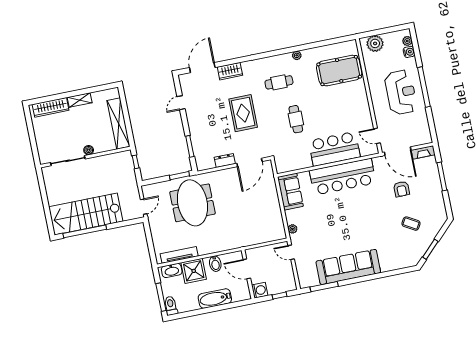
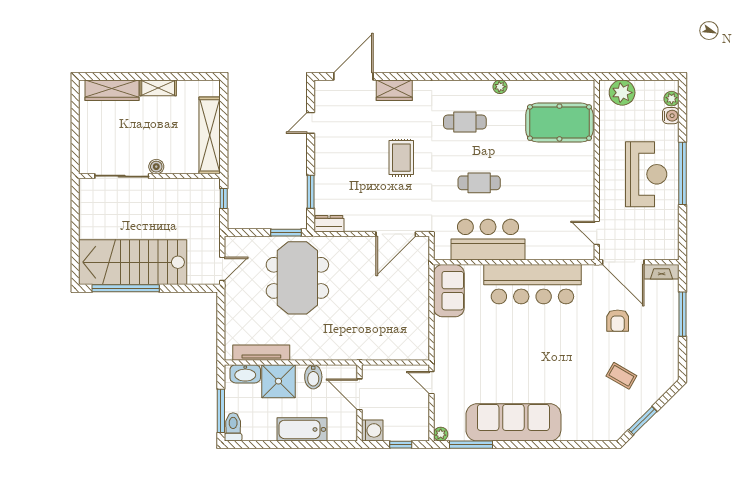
rug: (243, 113) -> (401, 158), width x0.73, depth x0.70
cafe table: (296, 119) -> (479, 183), turned 90
bar counter: (334, 149) -> (488, 240), moved
dresser: (225, 160) -> (329, 224), moved
plant: (292, 229) -> (441, 434), moved

